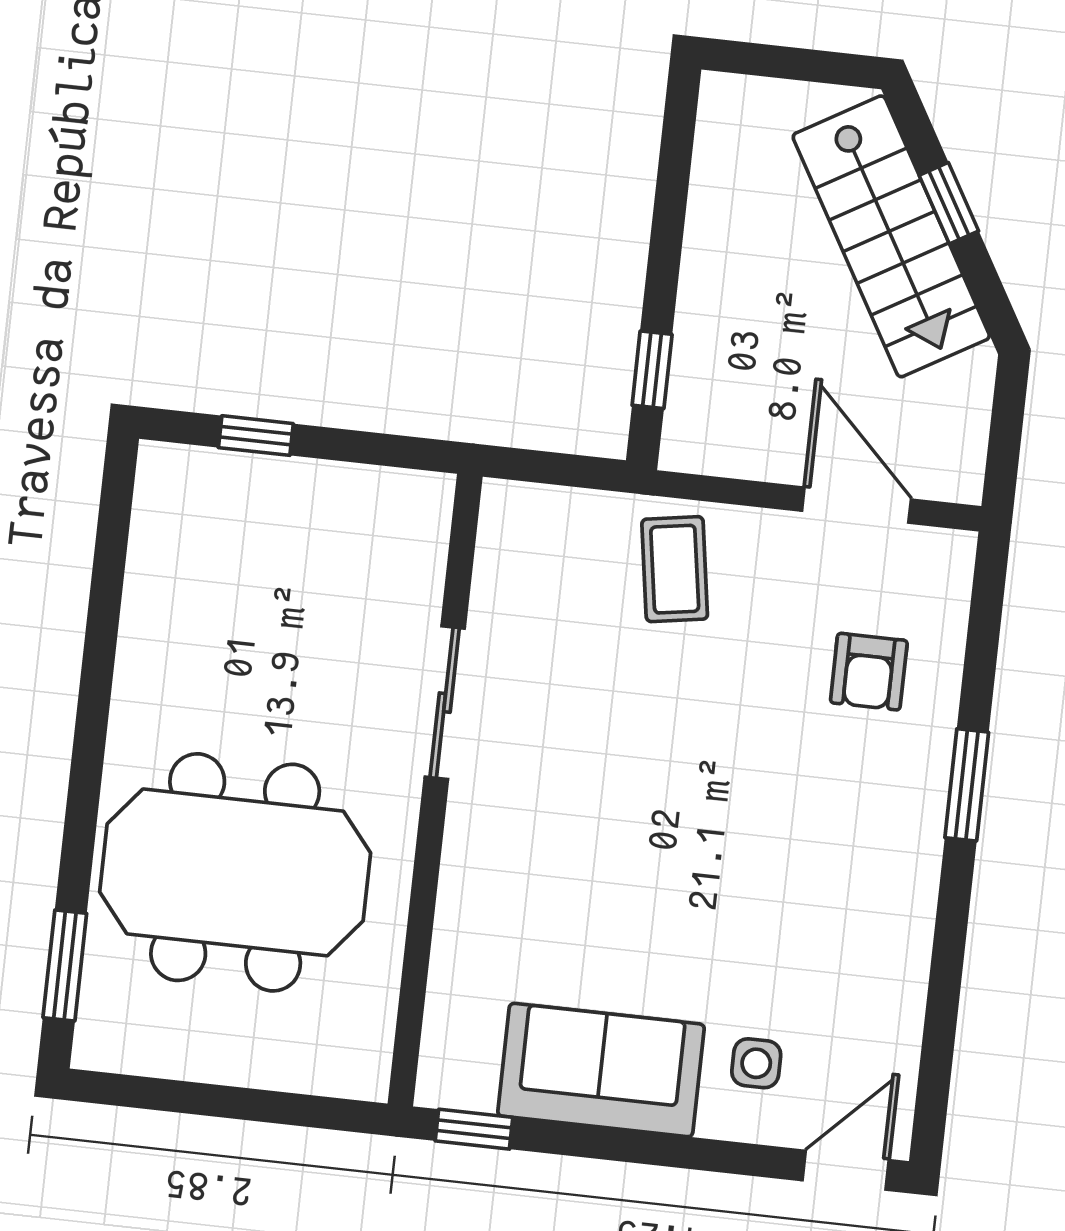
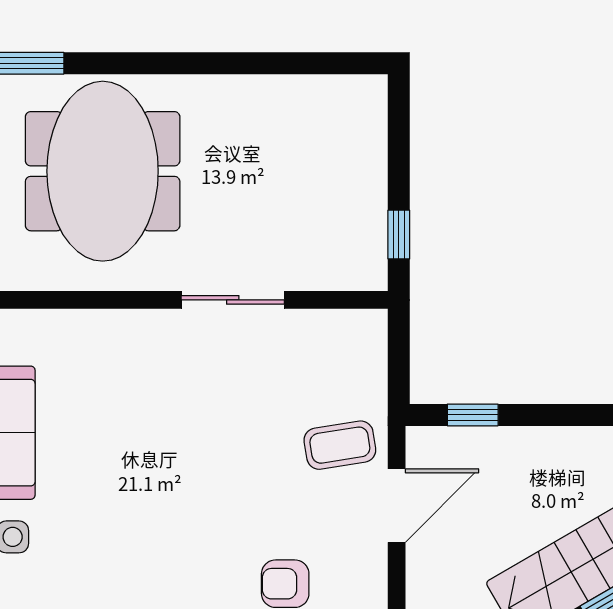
window: (256, 436) -> (399, 235), moved
door: (856, 505) -> (397, 506), moved

